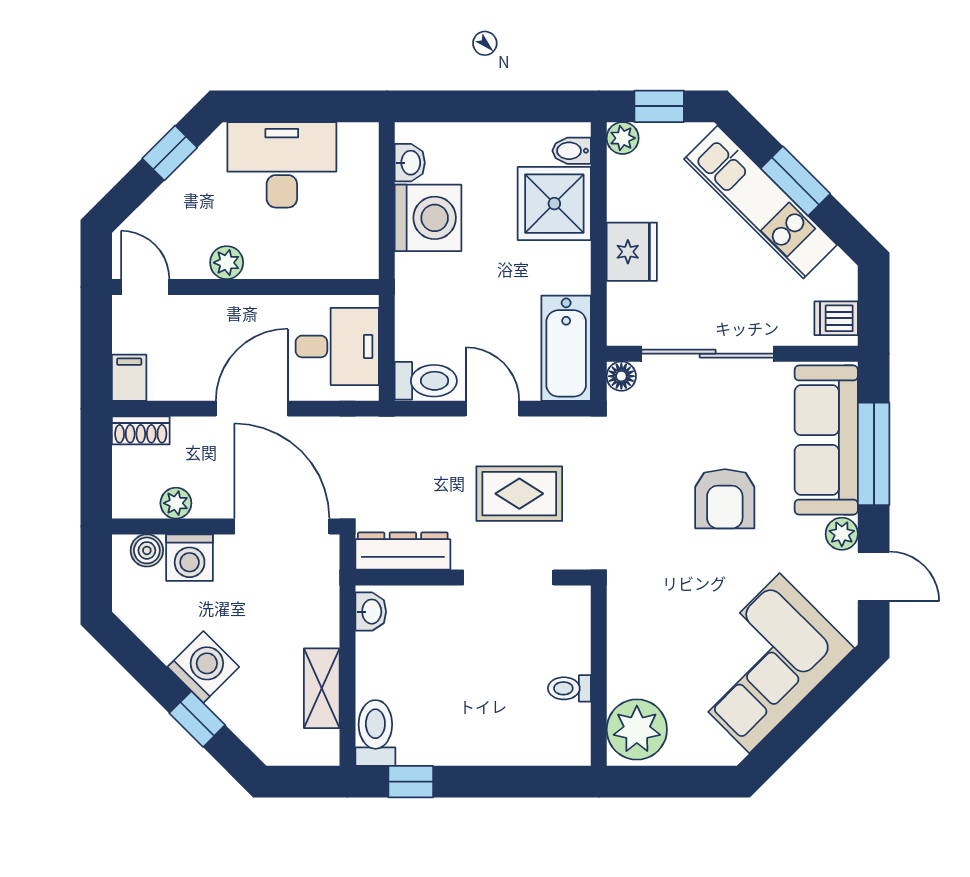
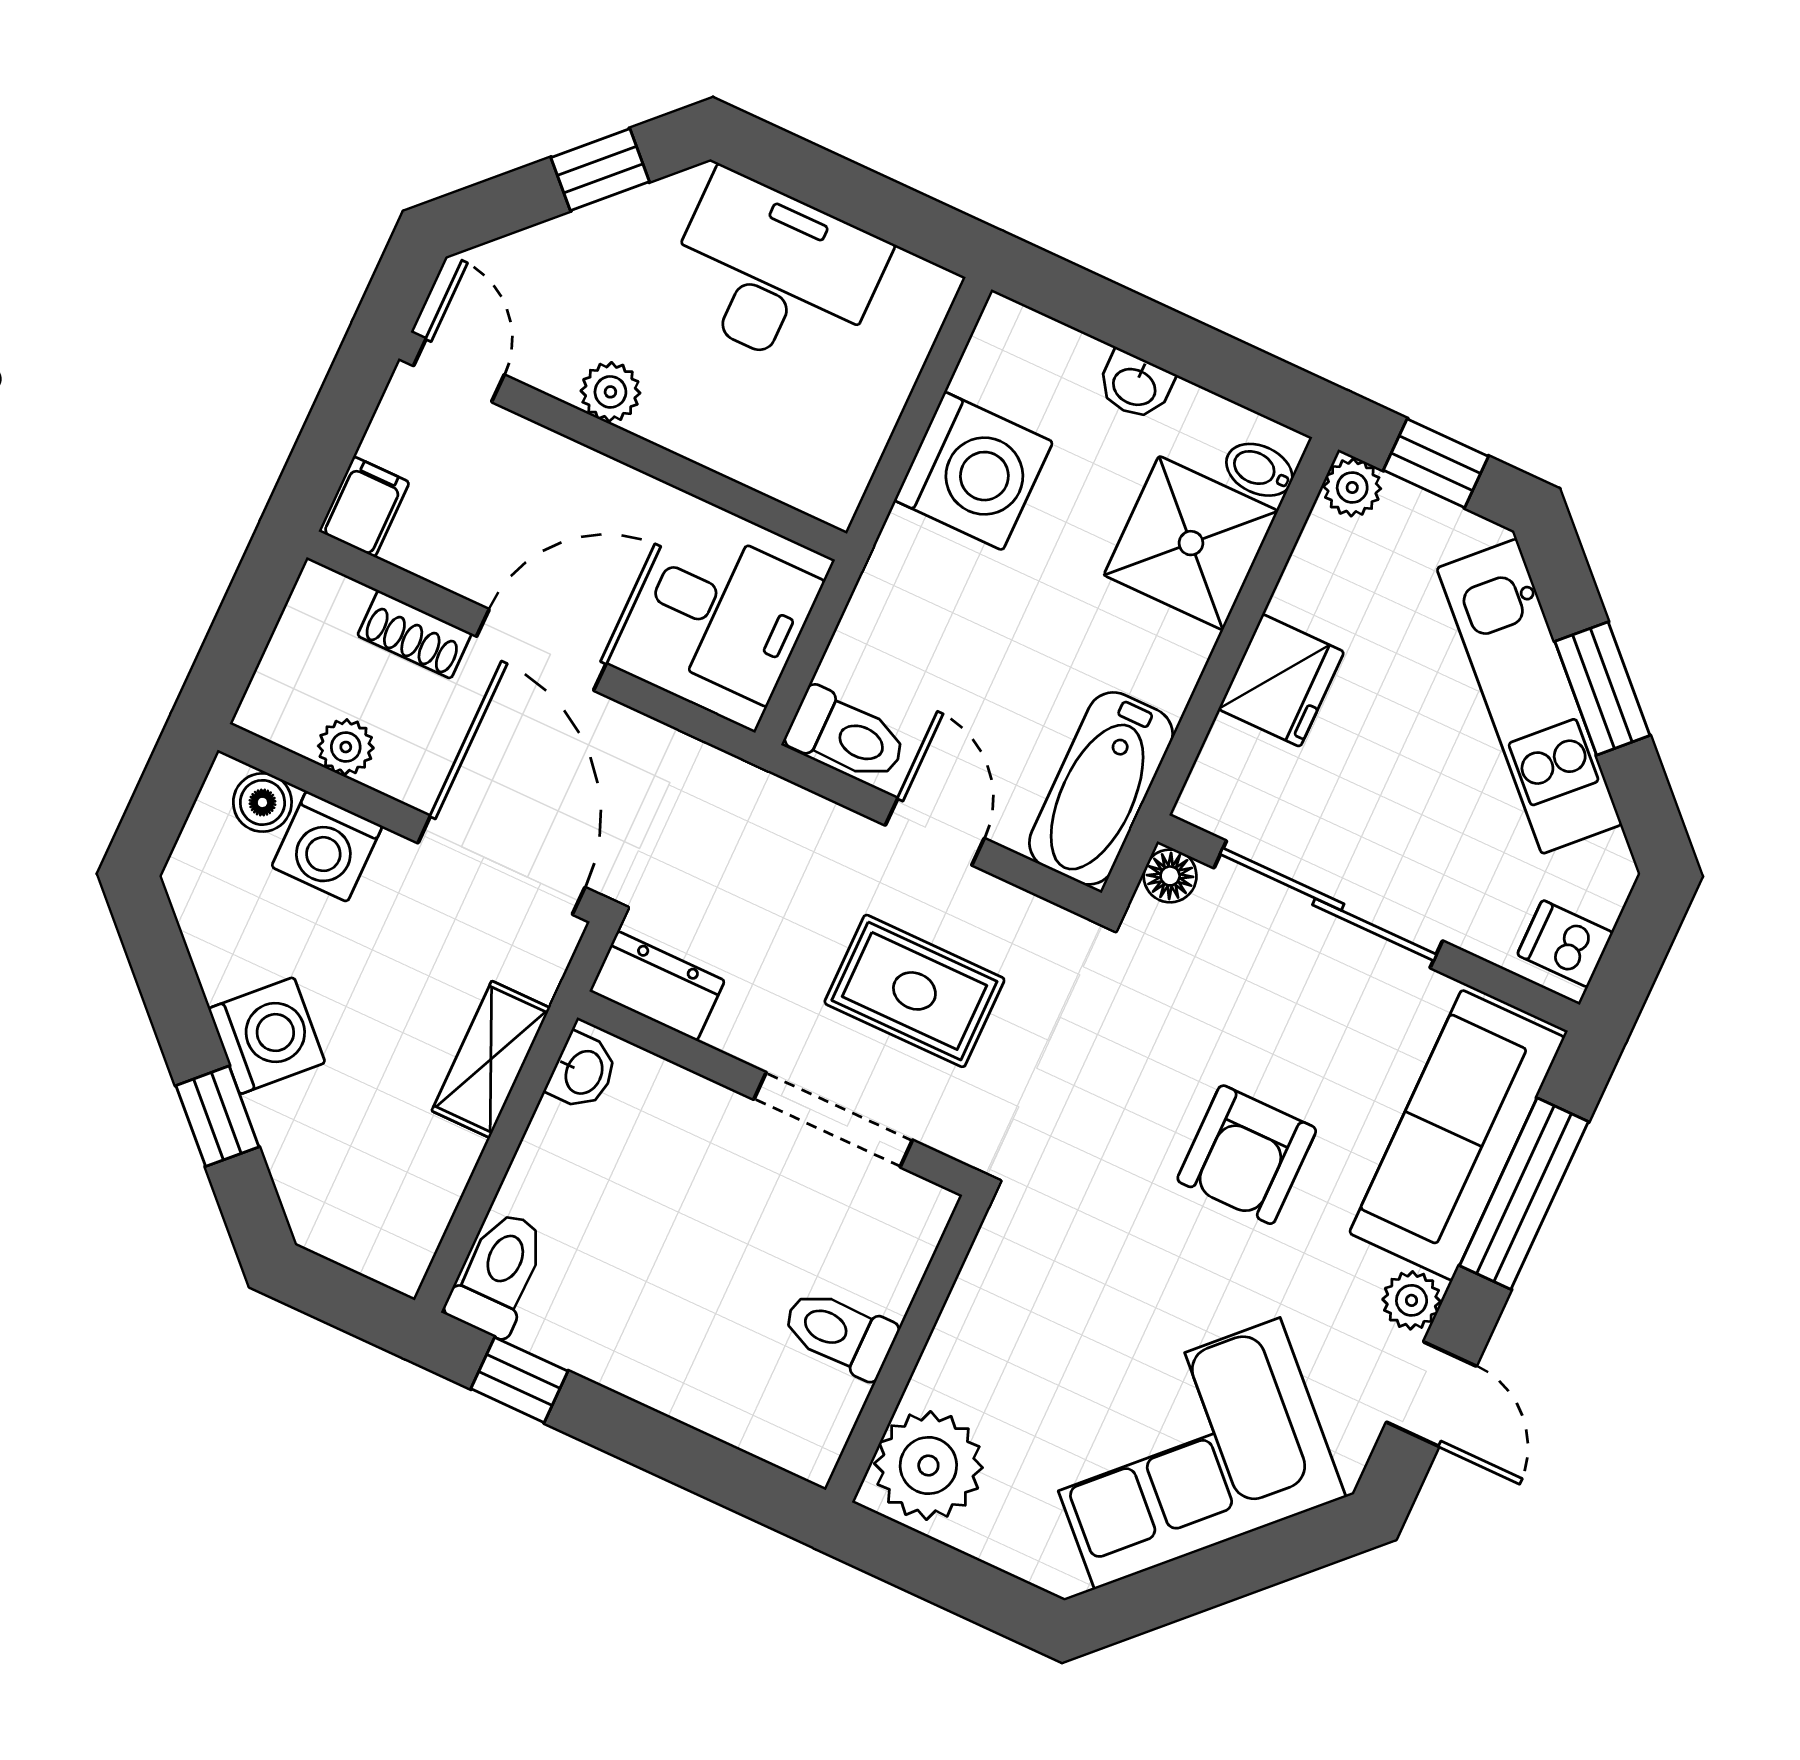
washbasin: (410, 163) -> (1135, 385), moved, turned 90
shoe rack: (141, 430) -> (414, 635), moved
dresser: (403, 551) -> (657, 986), width x0.70
shelving: (322, 688) -> (491, 1059), moved
toilet: (569, 688) -> (839, 1333), width x1.37, depth x1.39

